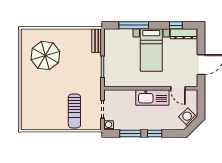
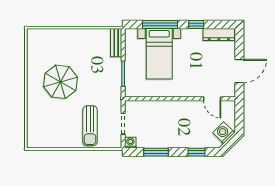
window: (176, 25) -> (196, 24), moved
bed with nightstands: (151, 50) -> (159, 54), moved
parasol: (45, 55) -> (60, 82), moved
kitchen sink: (152, 97) -> (182, 110), removed
window: (155, 133) -> (196, 152), moved

